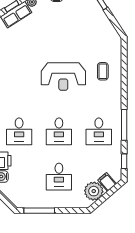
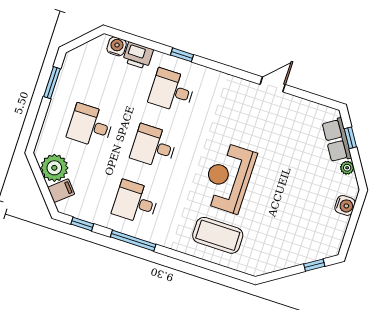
coffee table: (103, 71) -> (218, 235), width x1.86, depth x1.72
window: (39, 211) -> (52, 83), width x0.69

